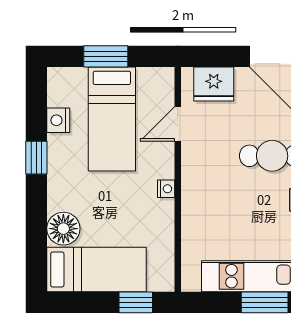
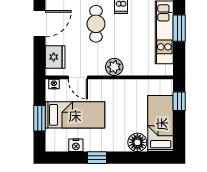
plant: (196, 188) -> (114, 67), added
nightstand: (166, 189) -> (54, 84), moved

